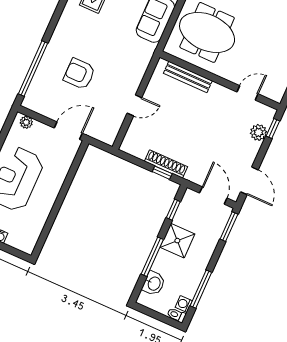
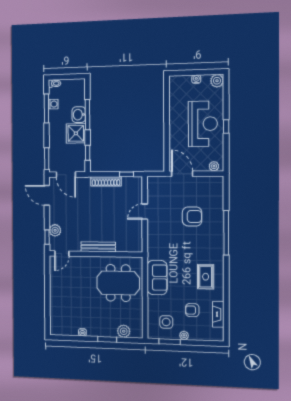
window: (33, 68) -> (226, 233), moved
bench: (188, 77) -> (98, 247), moved
door: (248, 93) -> (62, 253), moved
door: (68, 131) -> (182, 174), swing flipped
window: (162, 173) -> (127, 174), moved
washbasin: (154, 283) -> (79, 115), moved
washing machine: (184, 304) -> (53, 104), moved

